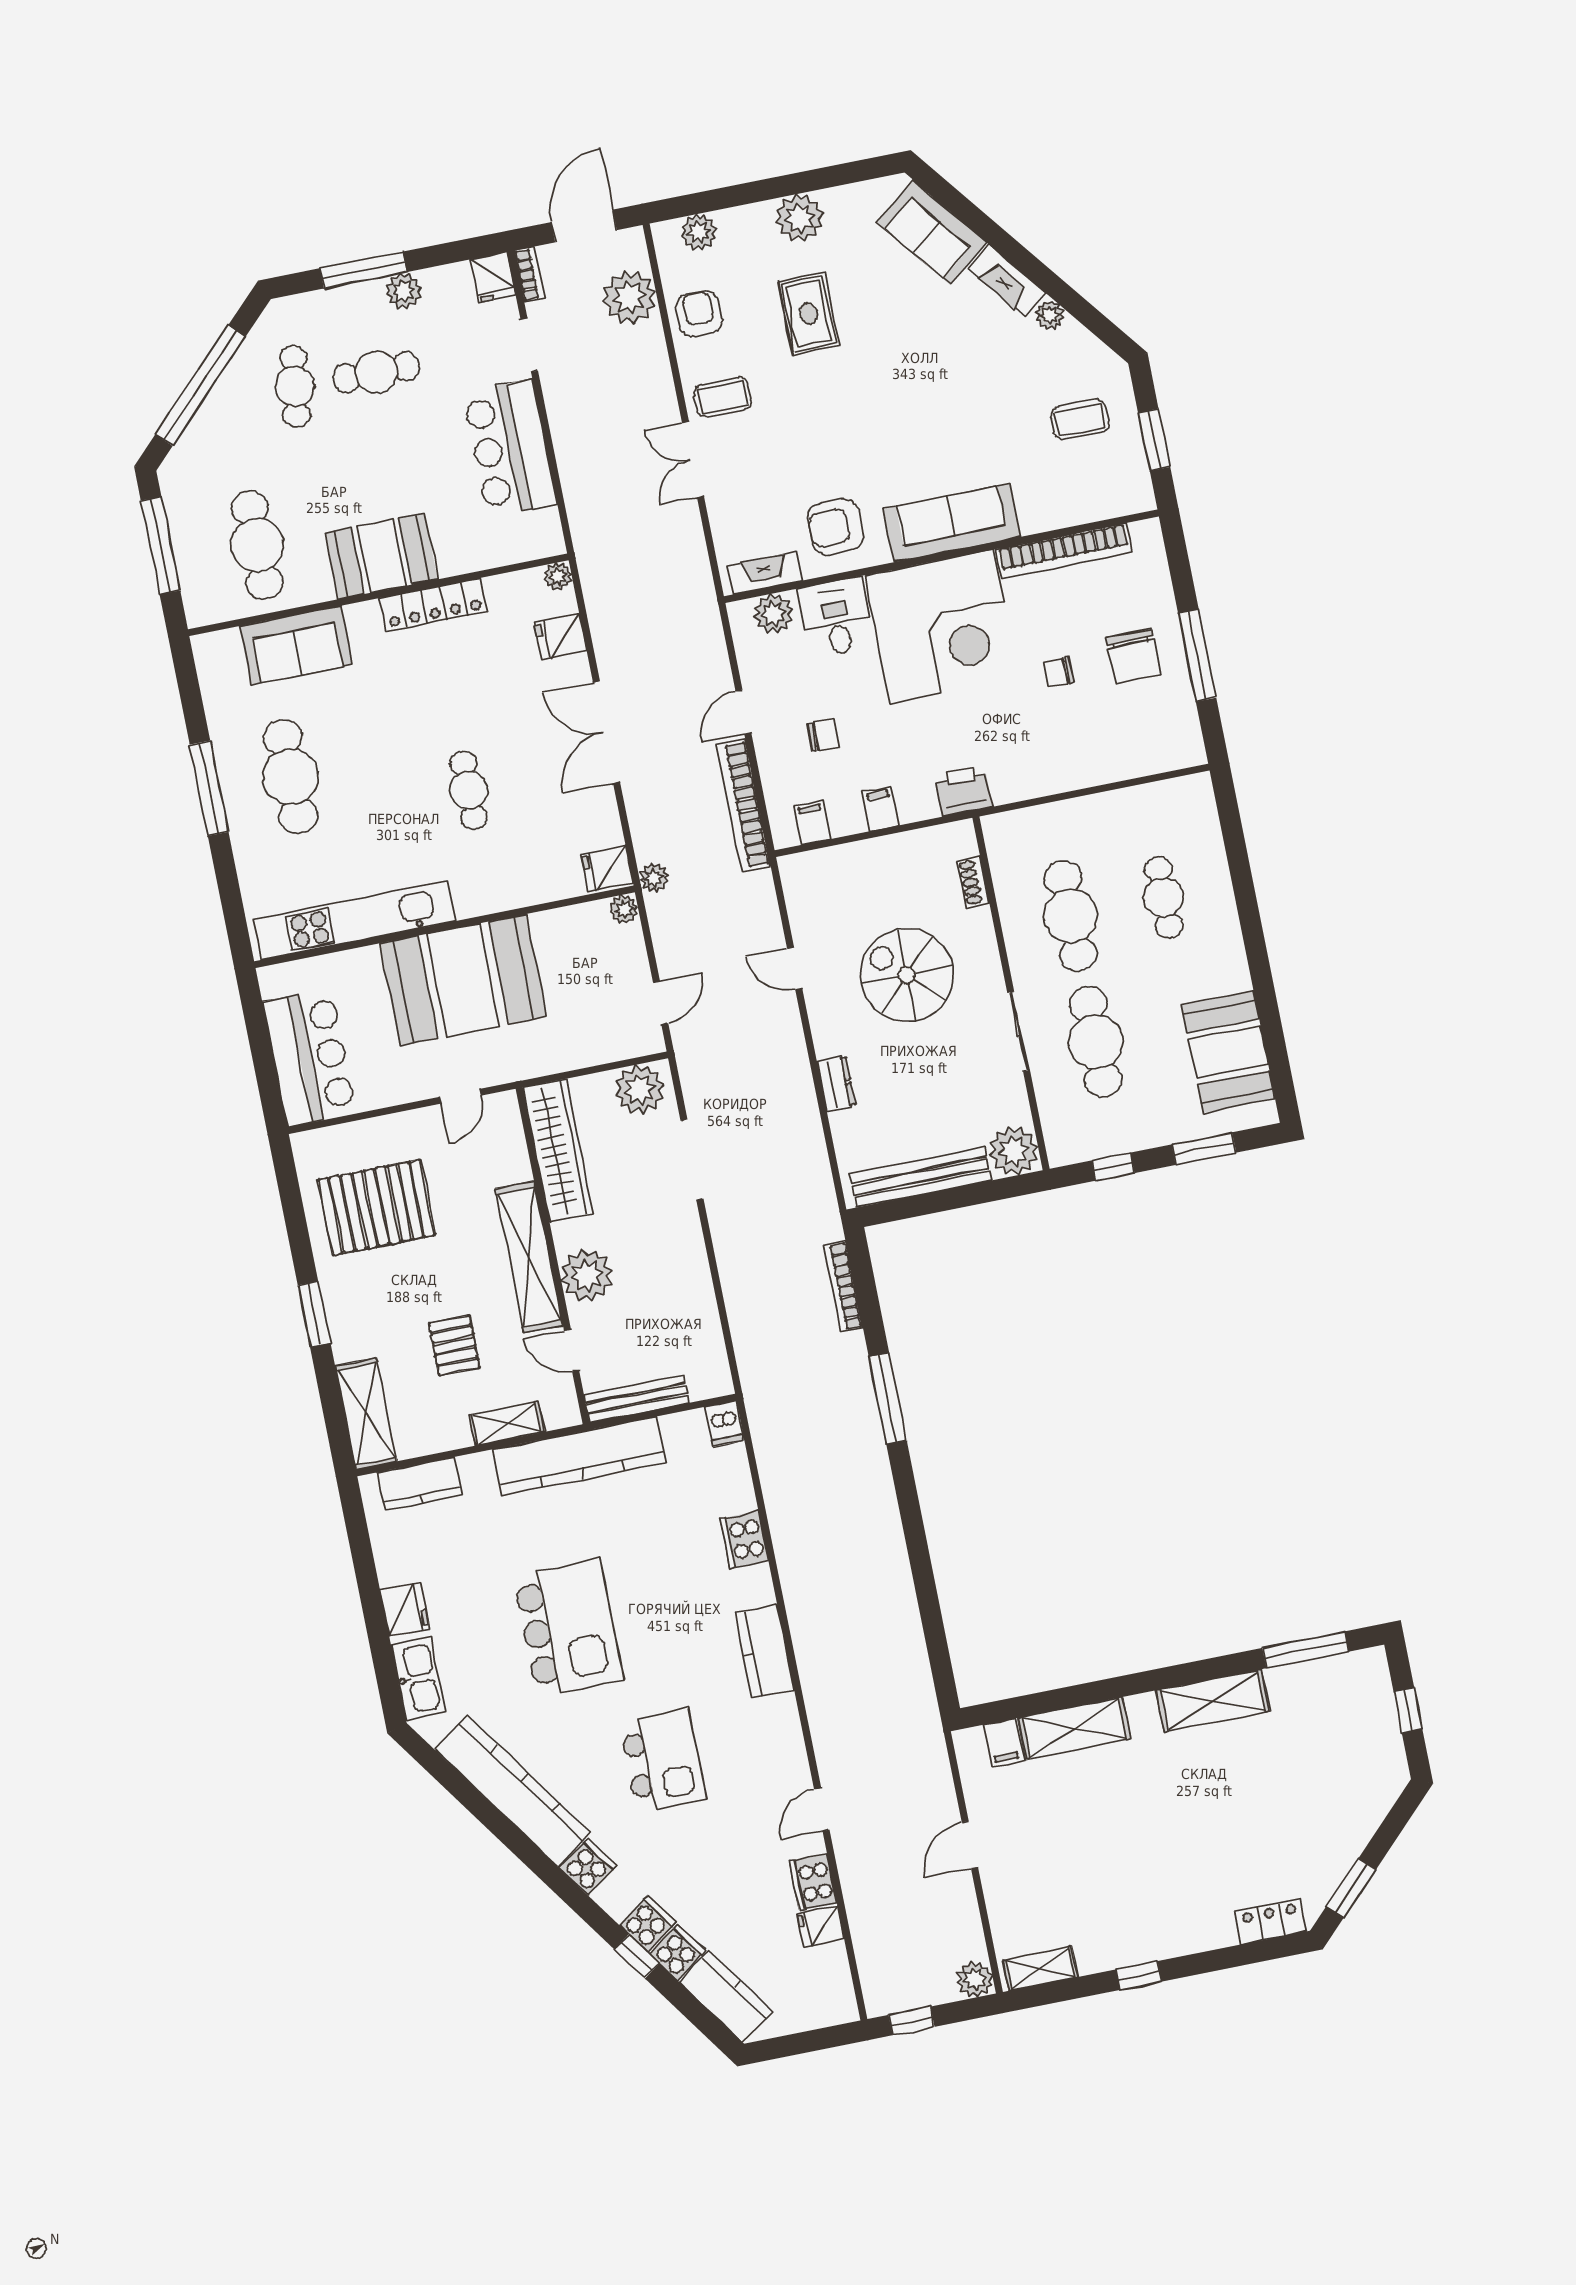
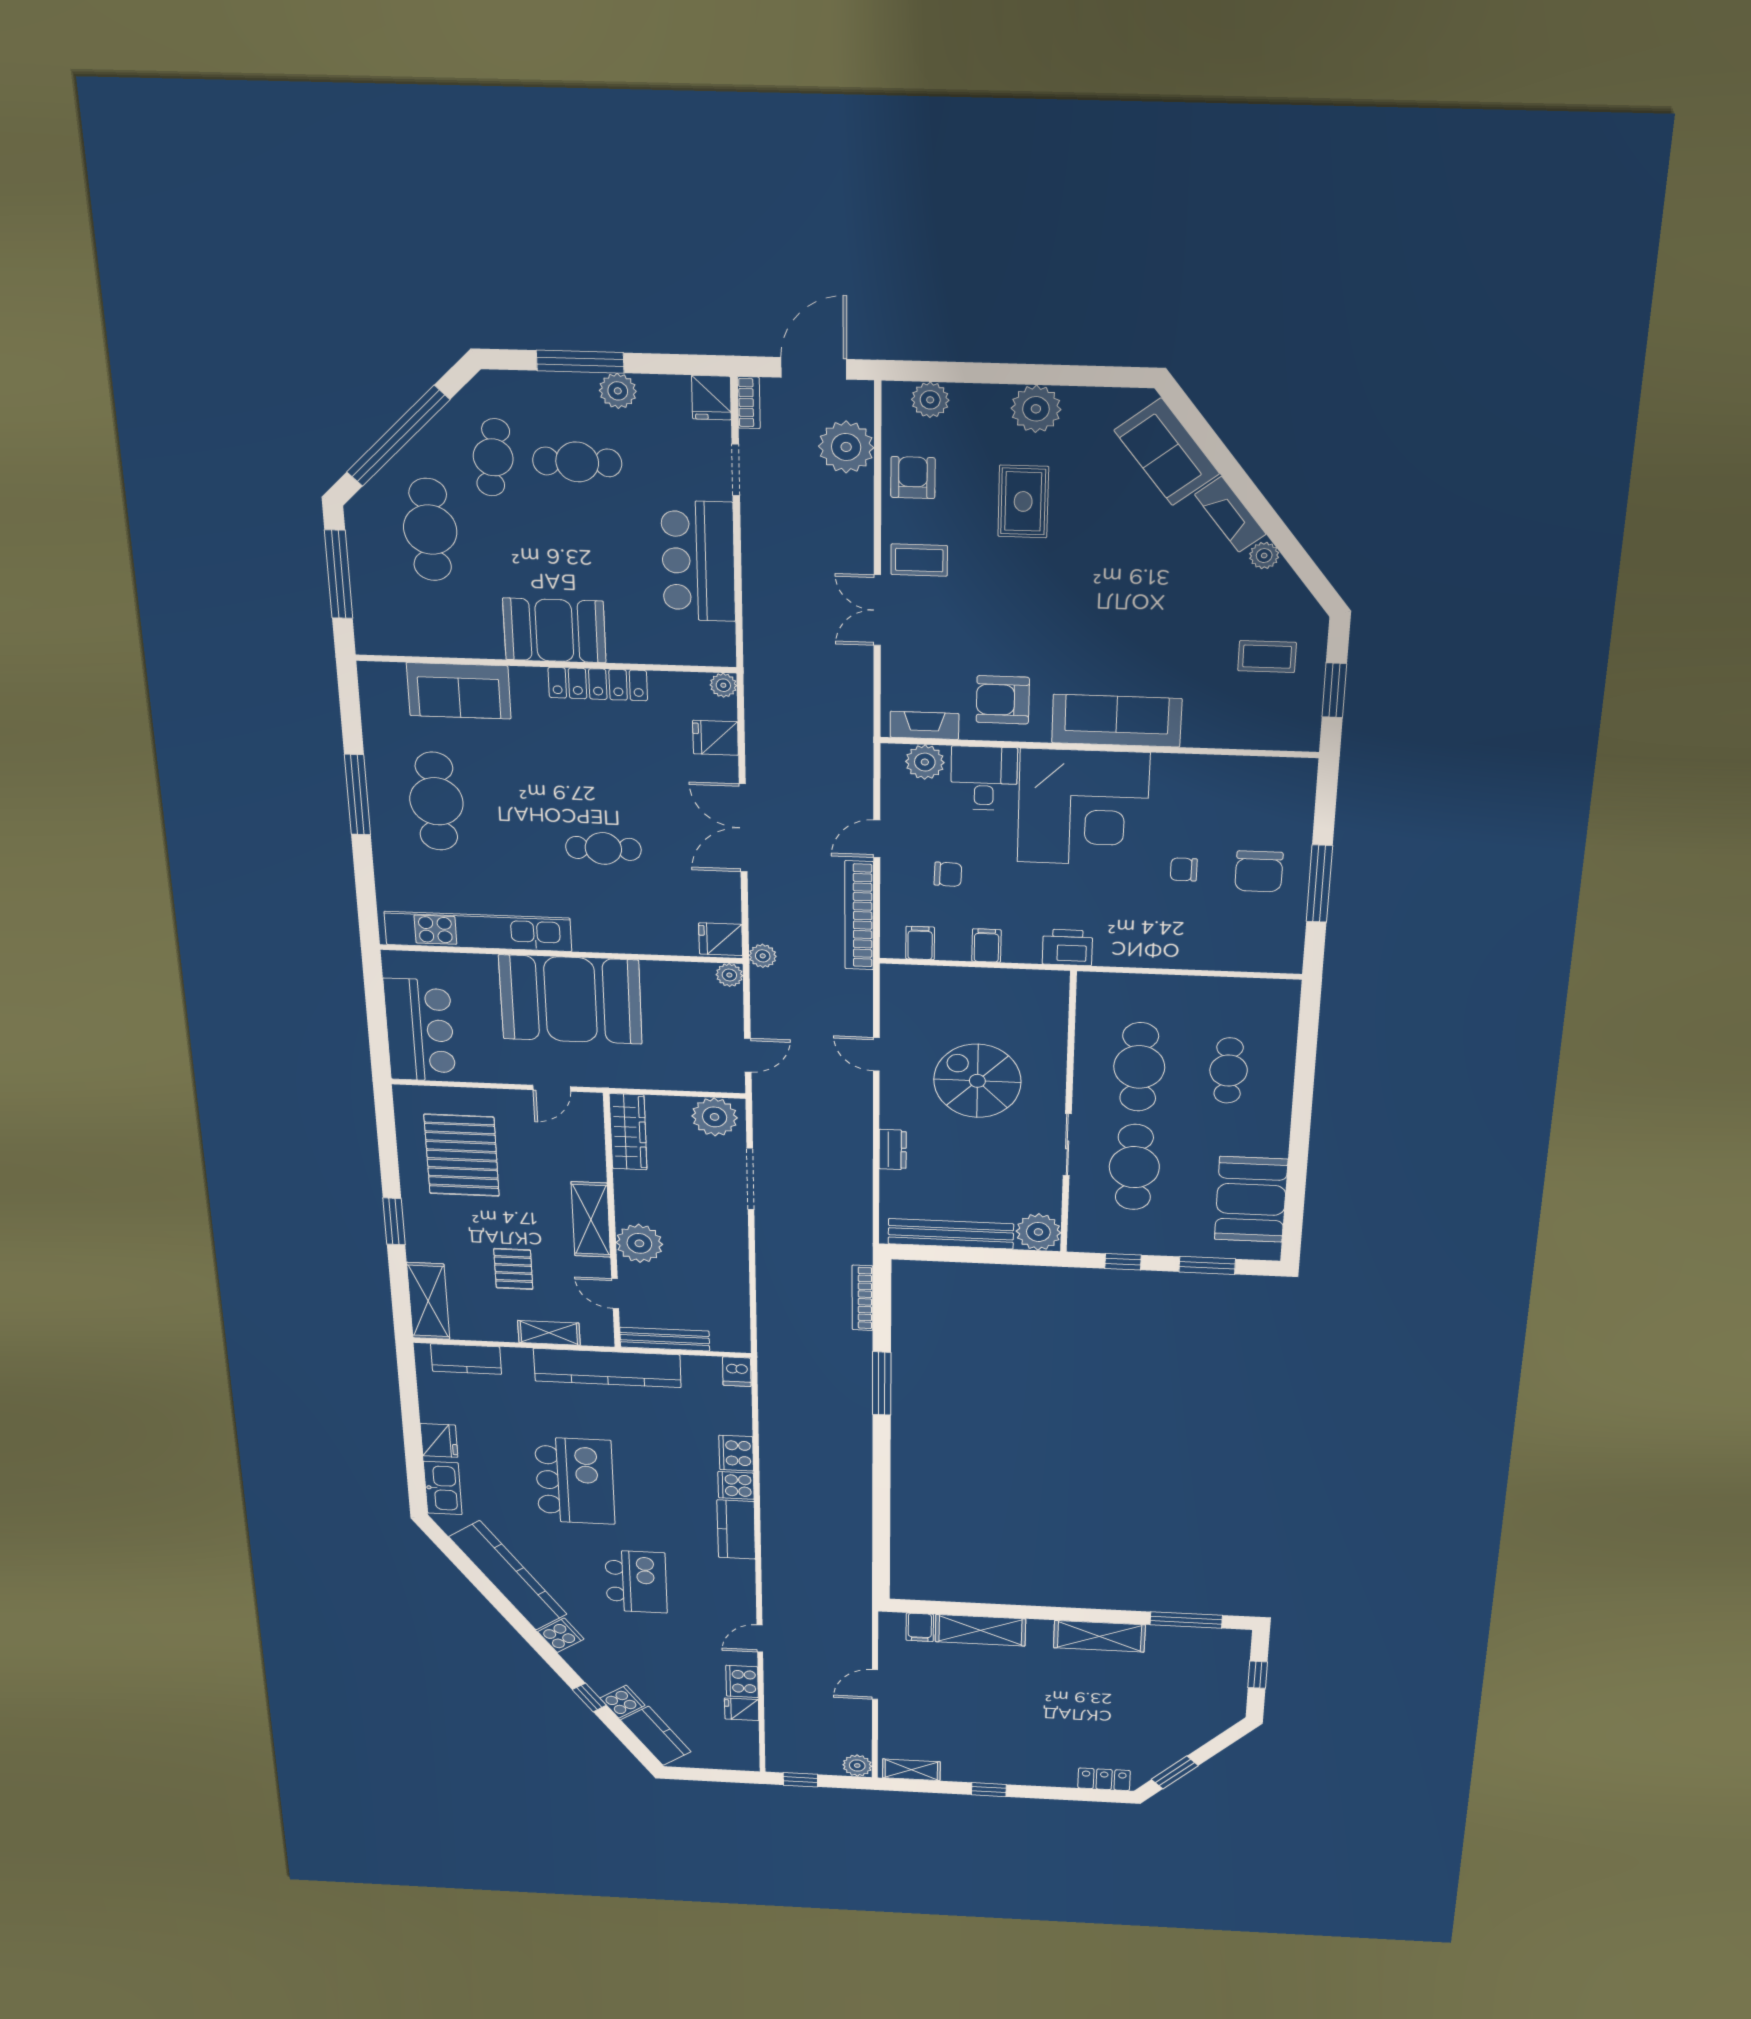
cafe table: (257, 545) -> (430, 530), moved
bookcase: (1064, 551) -> (1218, 768), removed
cafe table: (469, 790) -> (603, 848), turned 90
shoe rack: (973, 882) -> (1057, 1022), removed
wardrobe: (558, 1150) -> (628, 1132), width x0.71, depth x0.85
pallet: (376, 1208) -> (462, 1155), turned 90
shelving: (529, 1257) -> (591, 1220), width x0.68
cooker: (647, 1924) -> (736, 1485), moved, turned -145

